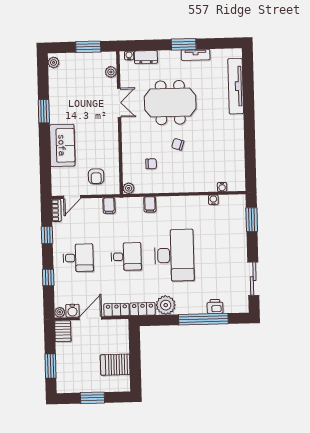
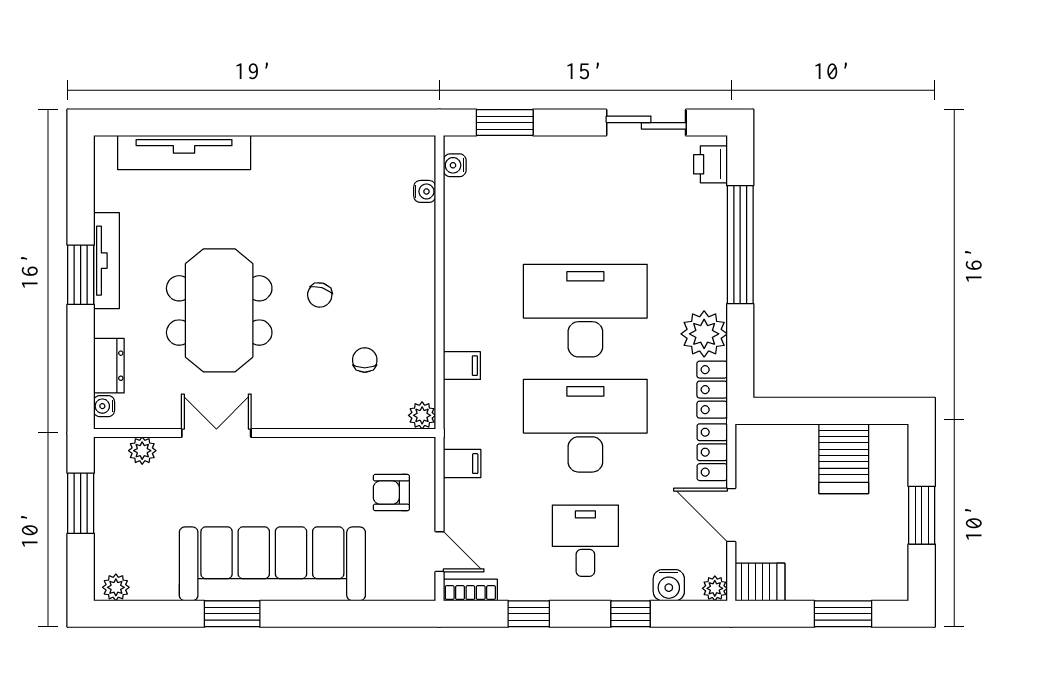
tv unit: (196, 55) -> (106, 261), width x1.41
sofa: (62, 145) -> (272, 564), width x1.85, depth x1.27
armchair: (96, 176) -> (391, 493), turned 180
water cooler: (213, 200) -> (455, 165), moved
desk: (126, 257) -> (585, 426), width x1.87, depth x1.30
printer: (215, 306) -> (710, 164), moved
water cooler: (72, 311) -> (669, 585), moved, turned 90

